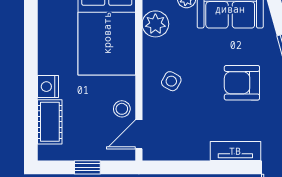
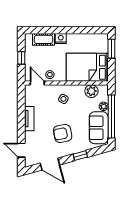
armchair: (242, 83) -> (63, 133), turned -101
tv unit: (235, 151) -> (29, 119), moved

